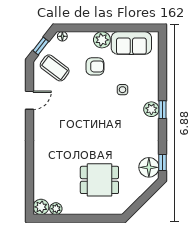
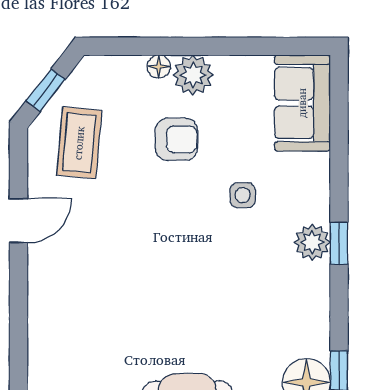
floor lamp: (62, 36) -> (159, 67), moved
sofa: (131, 43) -> (302, 103), moved, turned 90
coffee table: (55, 68) -> (79, 143), turned 58

